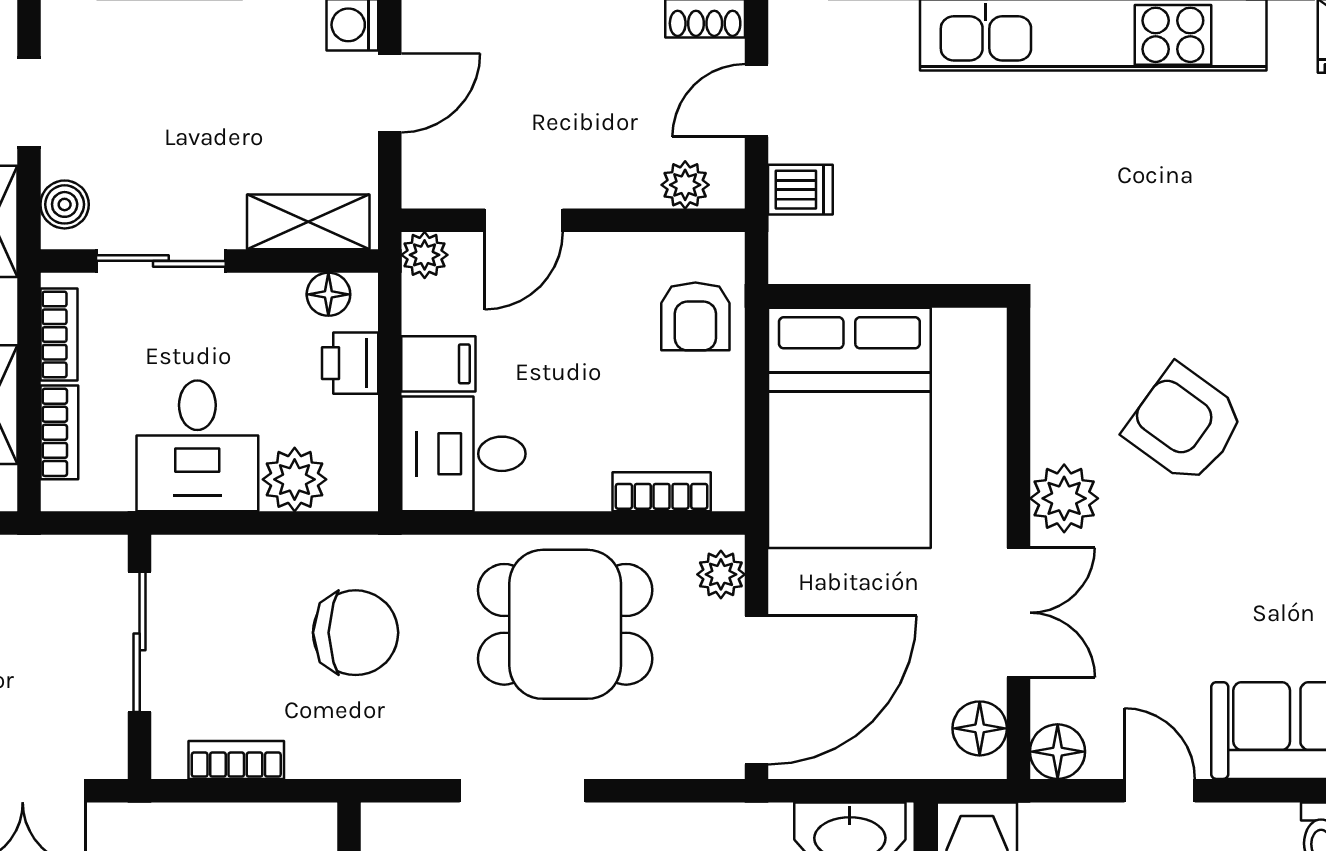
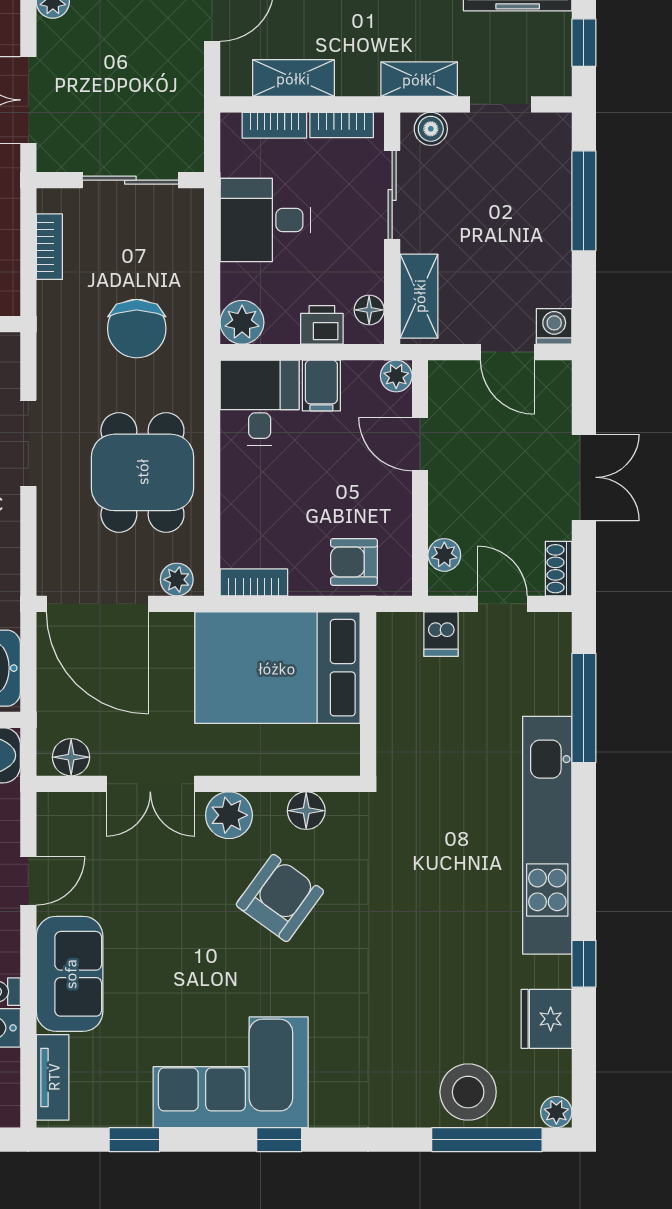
plant: (295, 479) -> (242, 322), moved
bookcase: (662, 492) -> (254, 582), moved, turned -90
floor lamp: (1058, 752) -> (306, 811), moved

